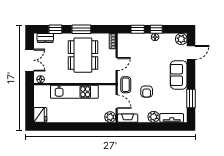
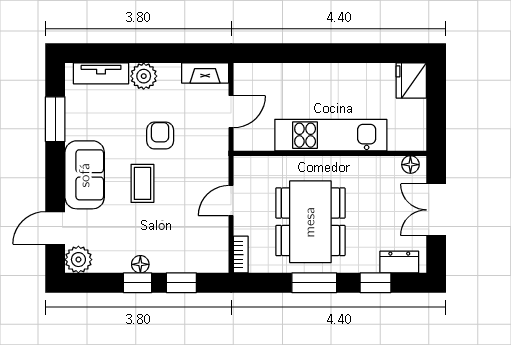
coffee table: (126, 85) -> (142, 183), moved
door: (117, 102) -> (231, 112), swing flipped
plant: (110, 117) -> (246, 76), removed

